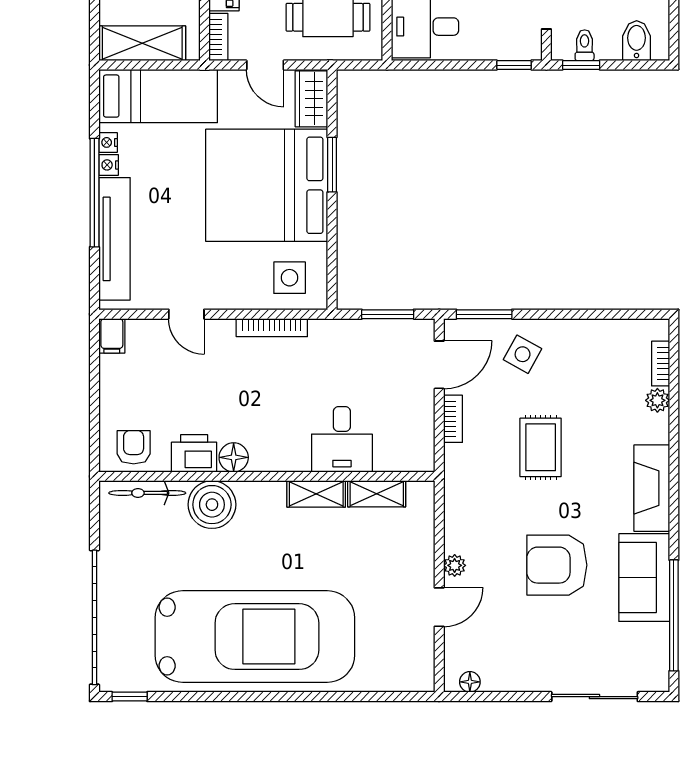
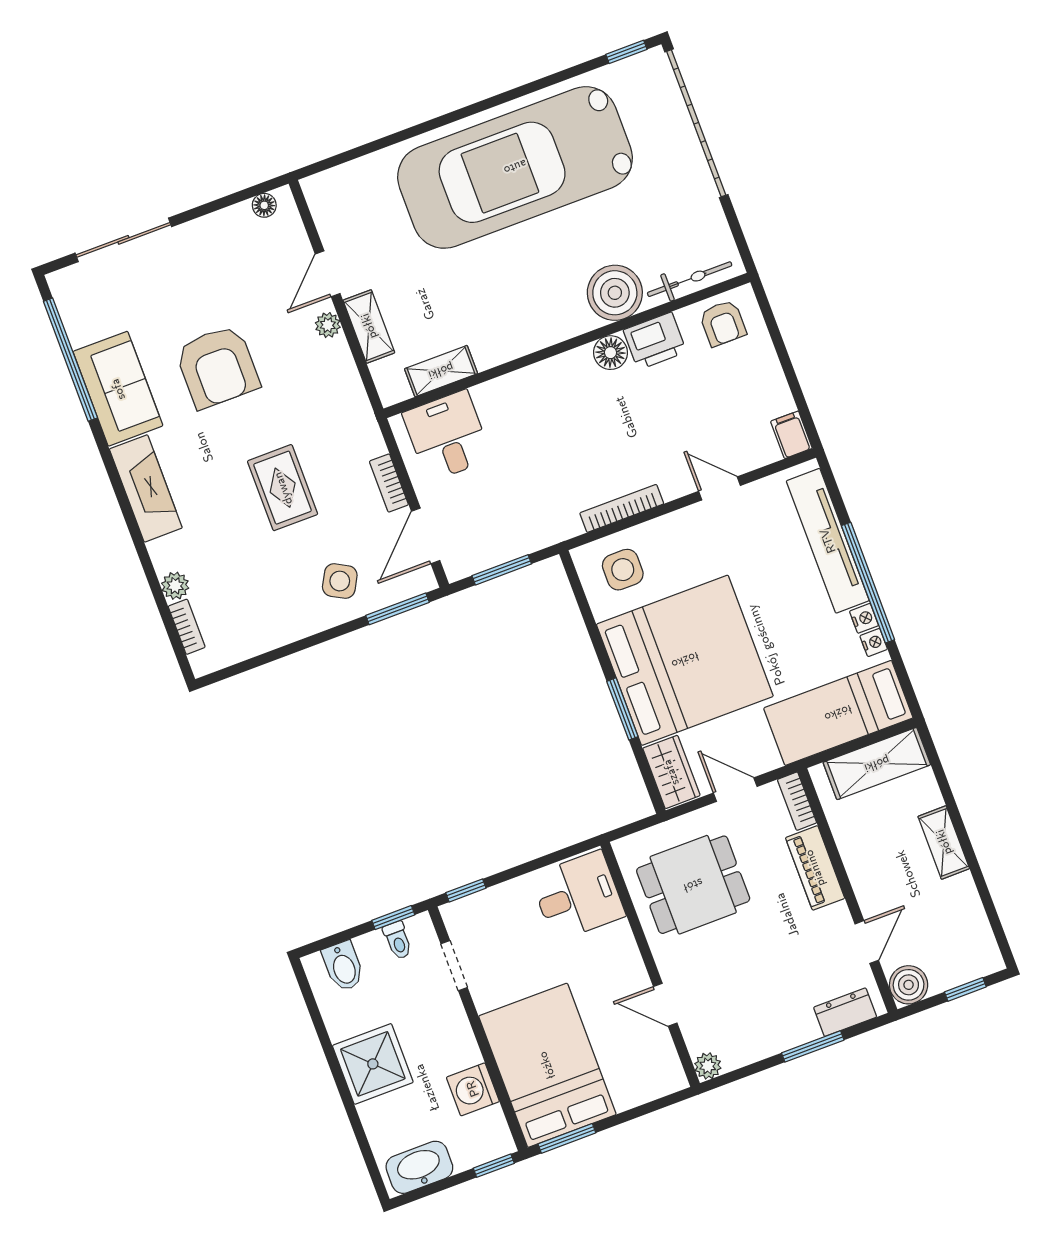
desk: (342, 439) -> (447, 436), moved
shelving: (316, 494) -> (369, 326), moved, turned 90
armchair: (557, 565) -> (217, 367), turned 90

